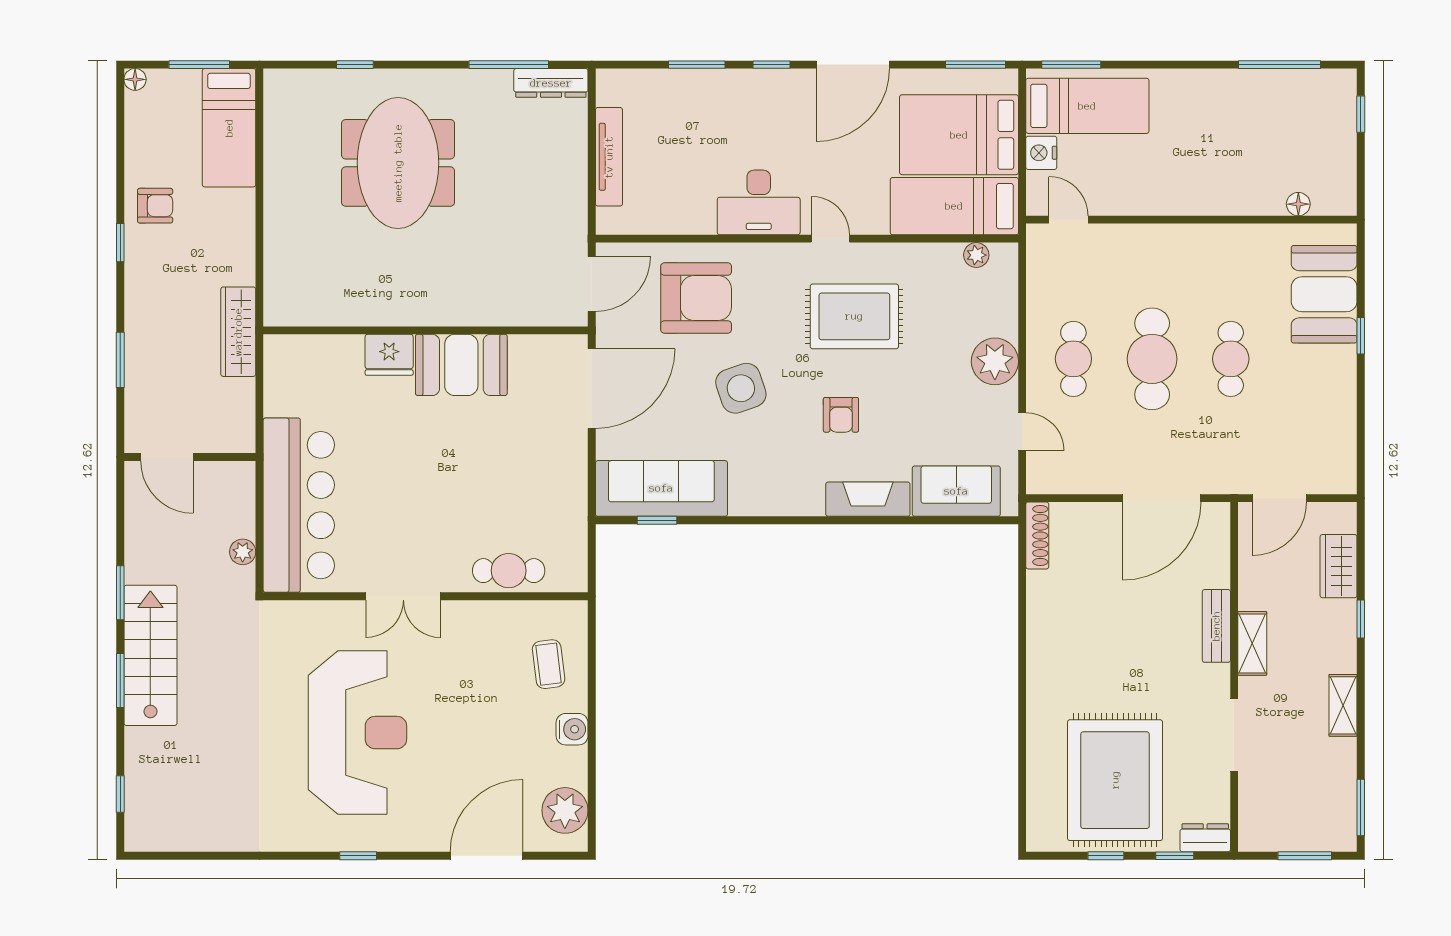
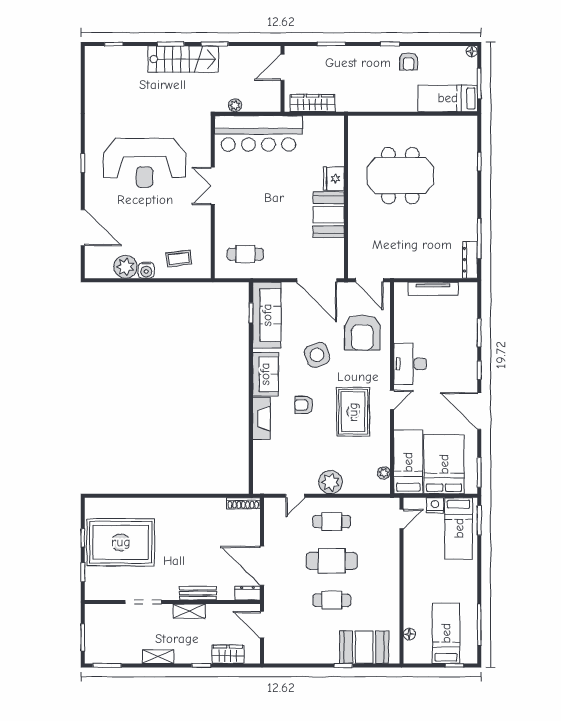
bed: (1297, 131) -> (446, 633), added
meeting table: (398, 163) -> (400, 176), moved
wardrobe: (238, 332) -> (313, 103), moved
sofa: (956, 491) -> (265, 374), moved
cafe table: (509, 571) -> (245, 254), moved, turned 90
plant: (565, 810) -> (125, 267), moved
dresser: (1205, 838) -> (247, 593), moved, turned -90

